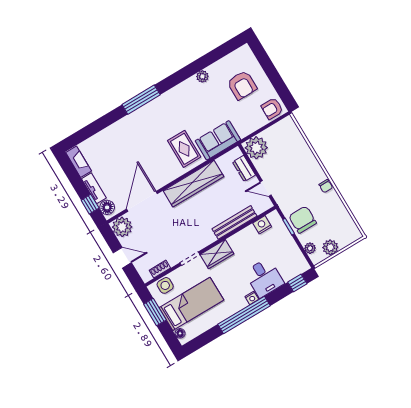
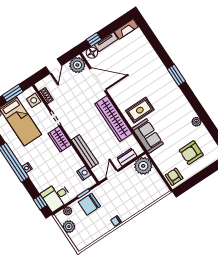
window: (141, 100) -> (176, 75), width x0.69
chair: (303, 220) -> (89, 204), turned 180
desk: (264, 278) -> (56, 196), moved

